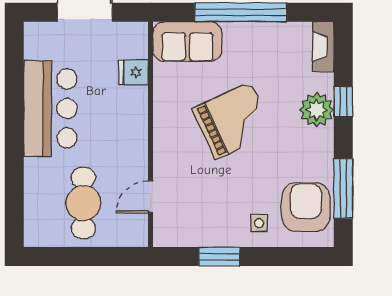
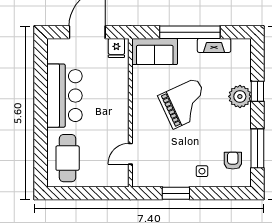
fireplace: (323, 47) -> (214, 45), moved, turned -90
fridge: (134, 72) -> (116, 48), moved, turned -90
cafe table: (83, 203) -> (68, 158), moved
armchair: (306, 207) -> (233, 161), width x0.53, depth x0.53

